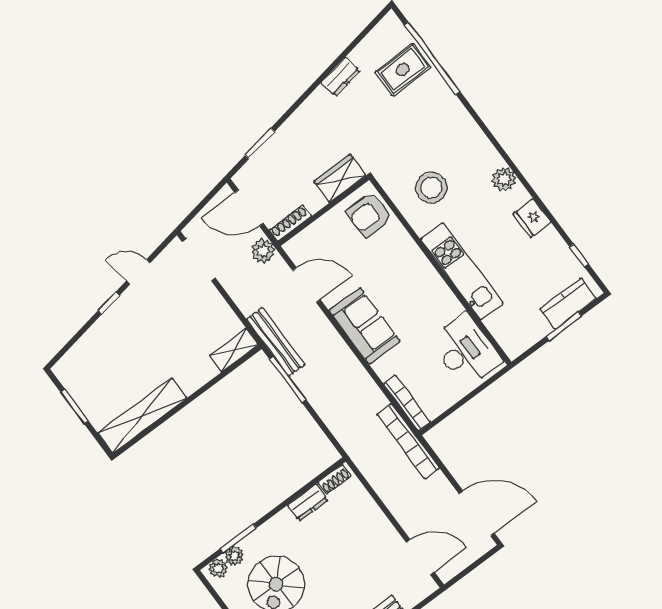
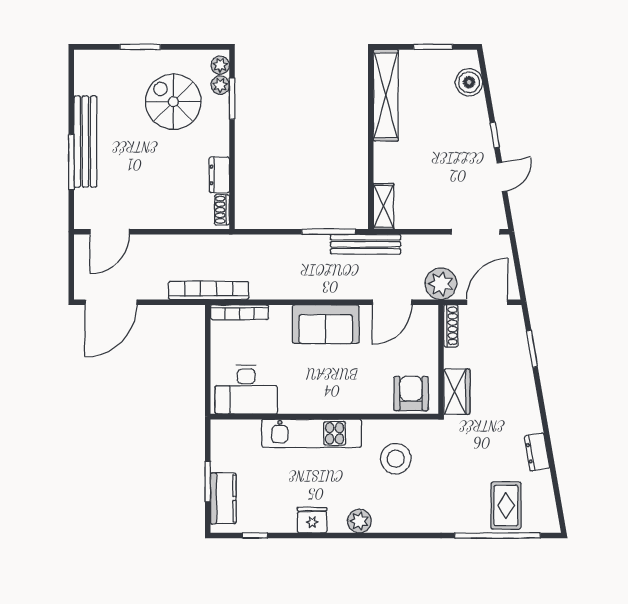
plant: (263, 251) -> (441, 284), width x1.36, depth x1.36
boiler: (81, 356) -> (469, 82), added

